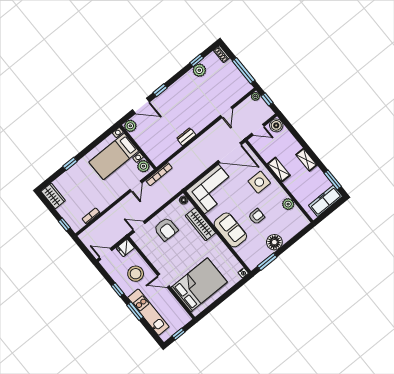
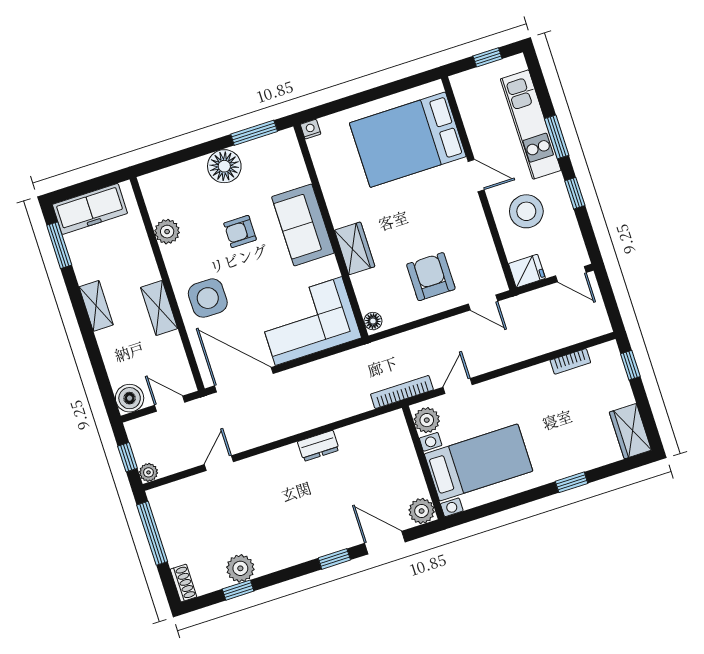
wardrobe: (200, 224) -> (355, 248), width x0.67

